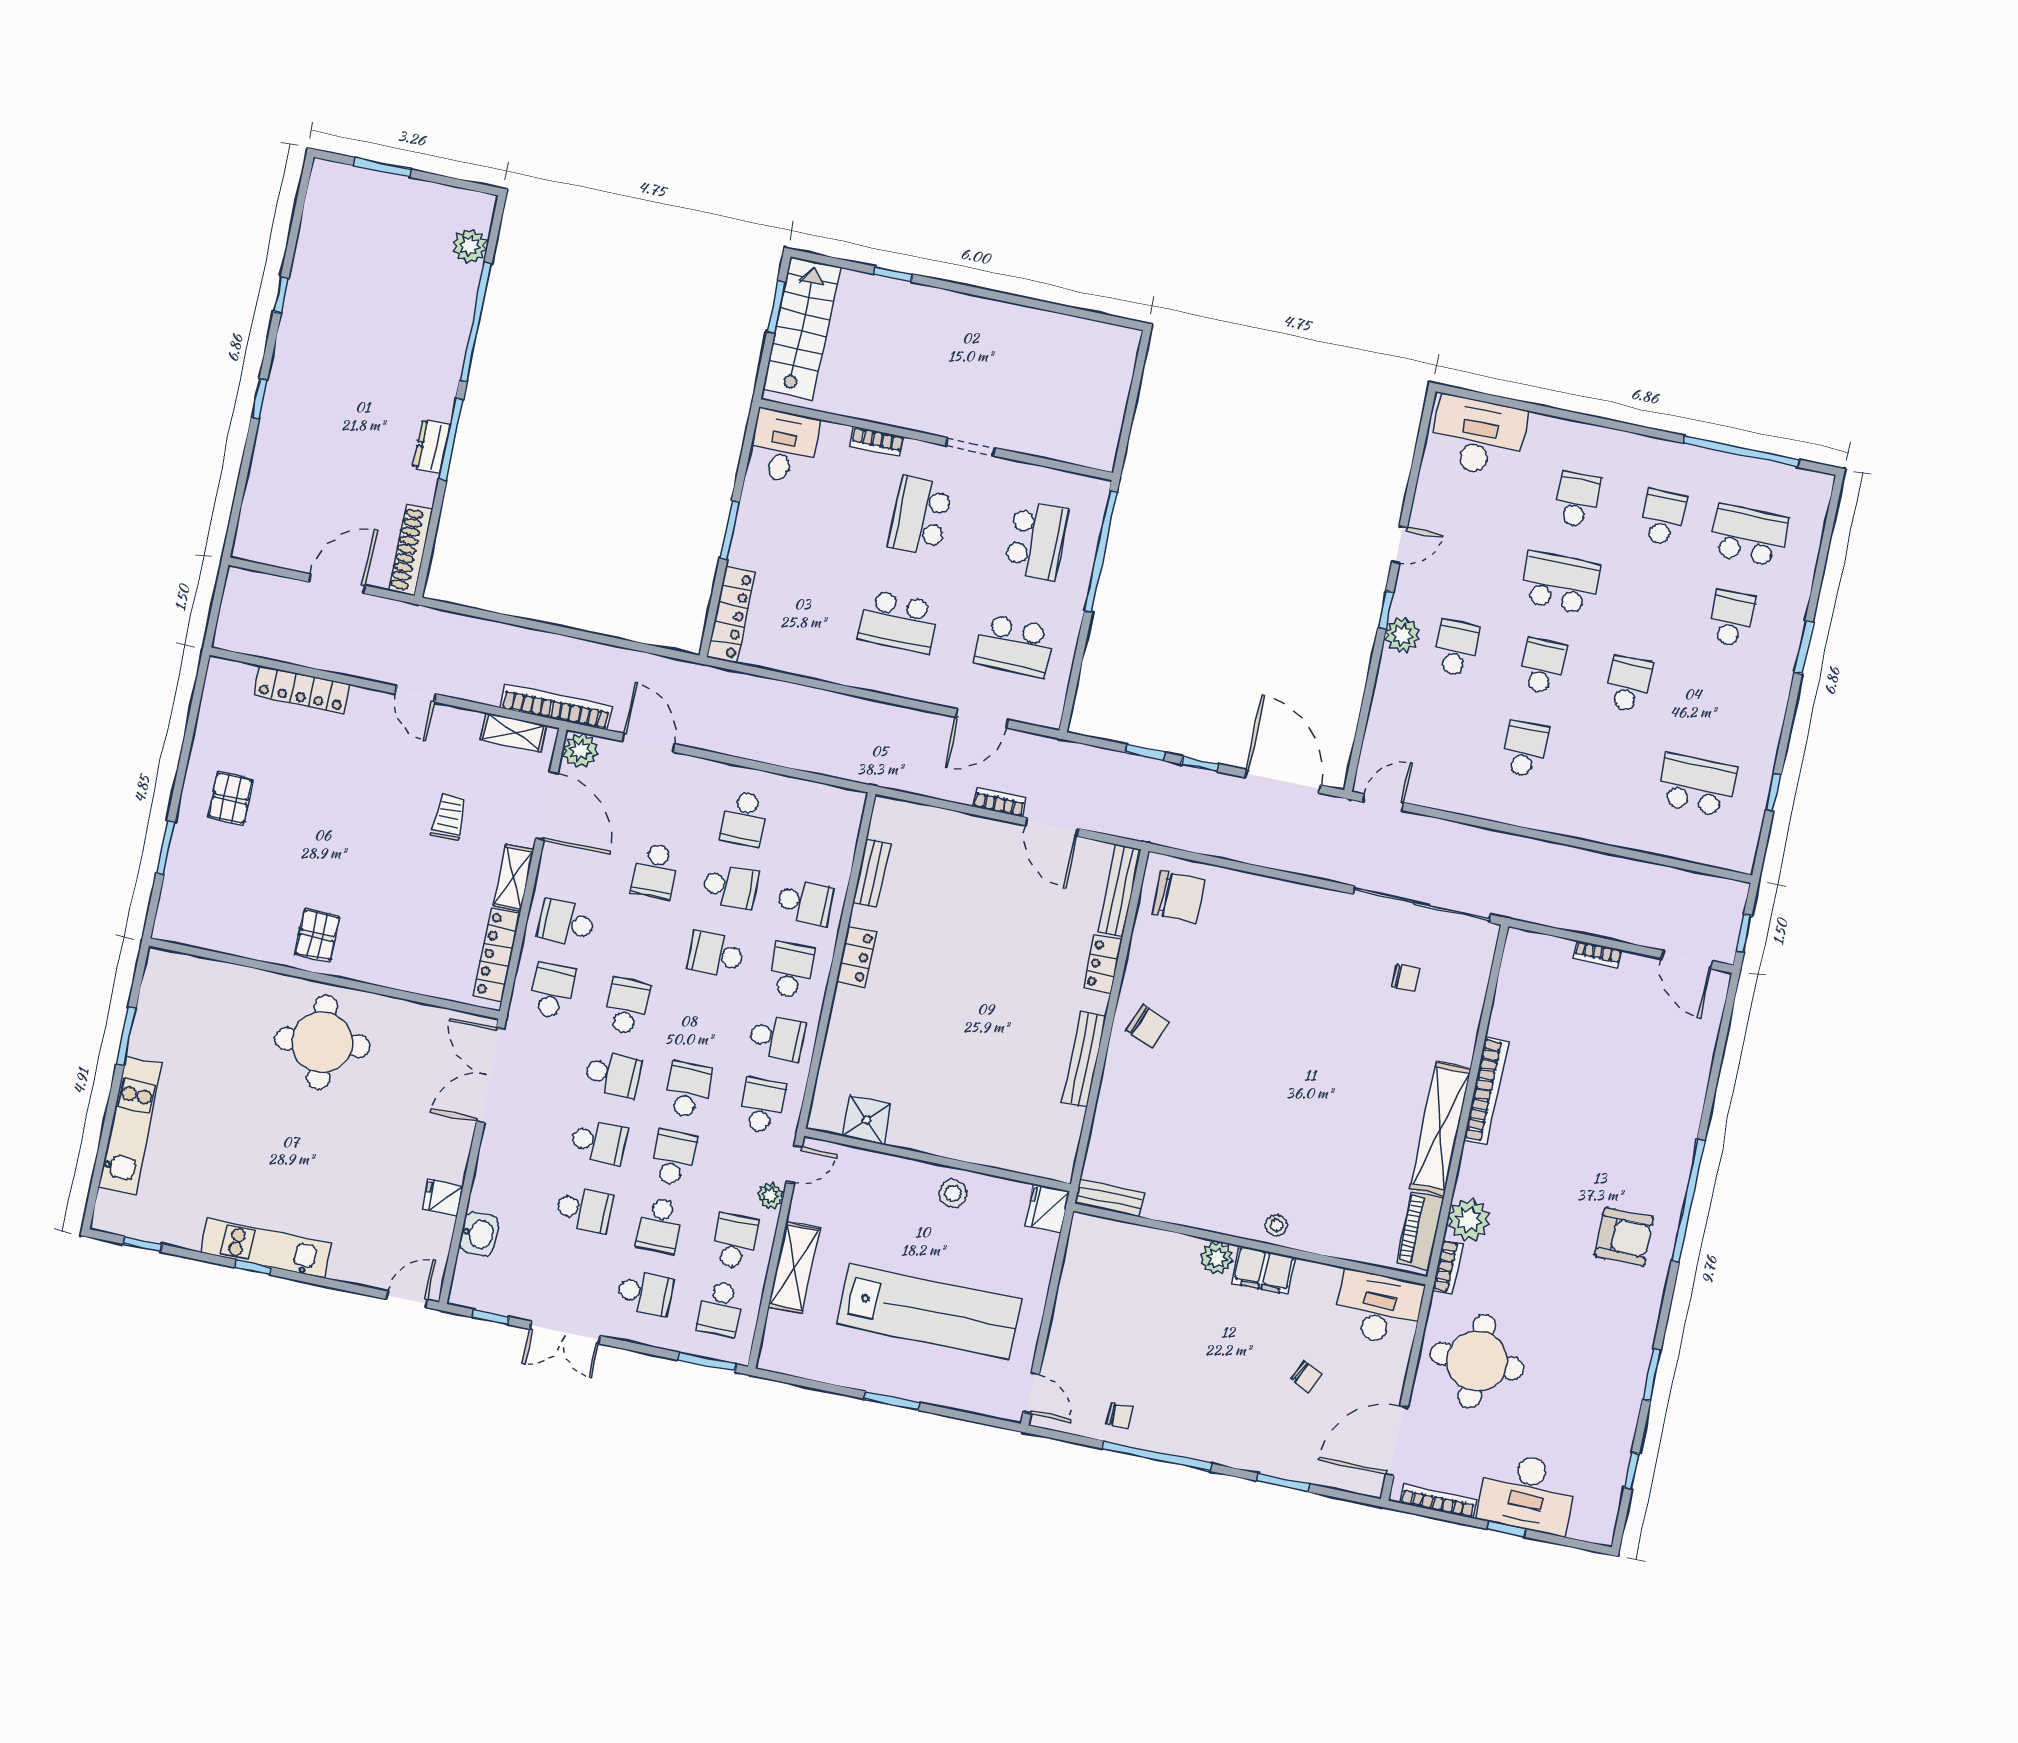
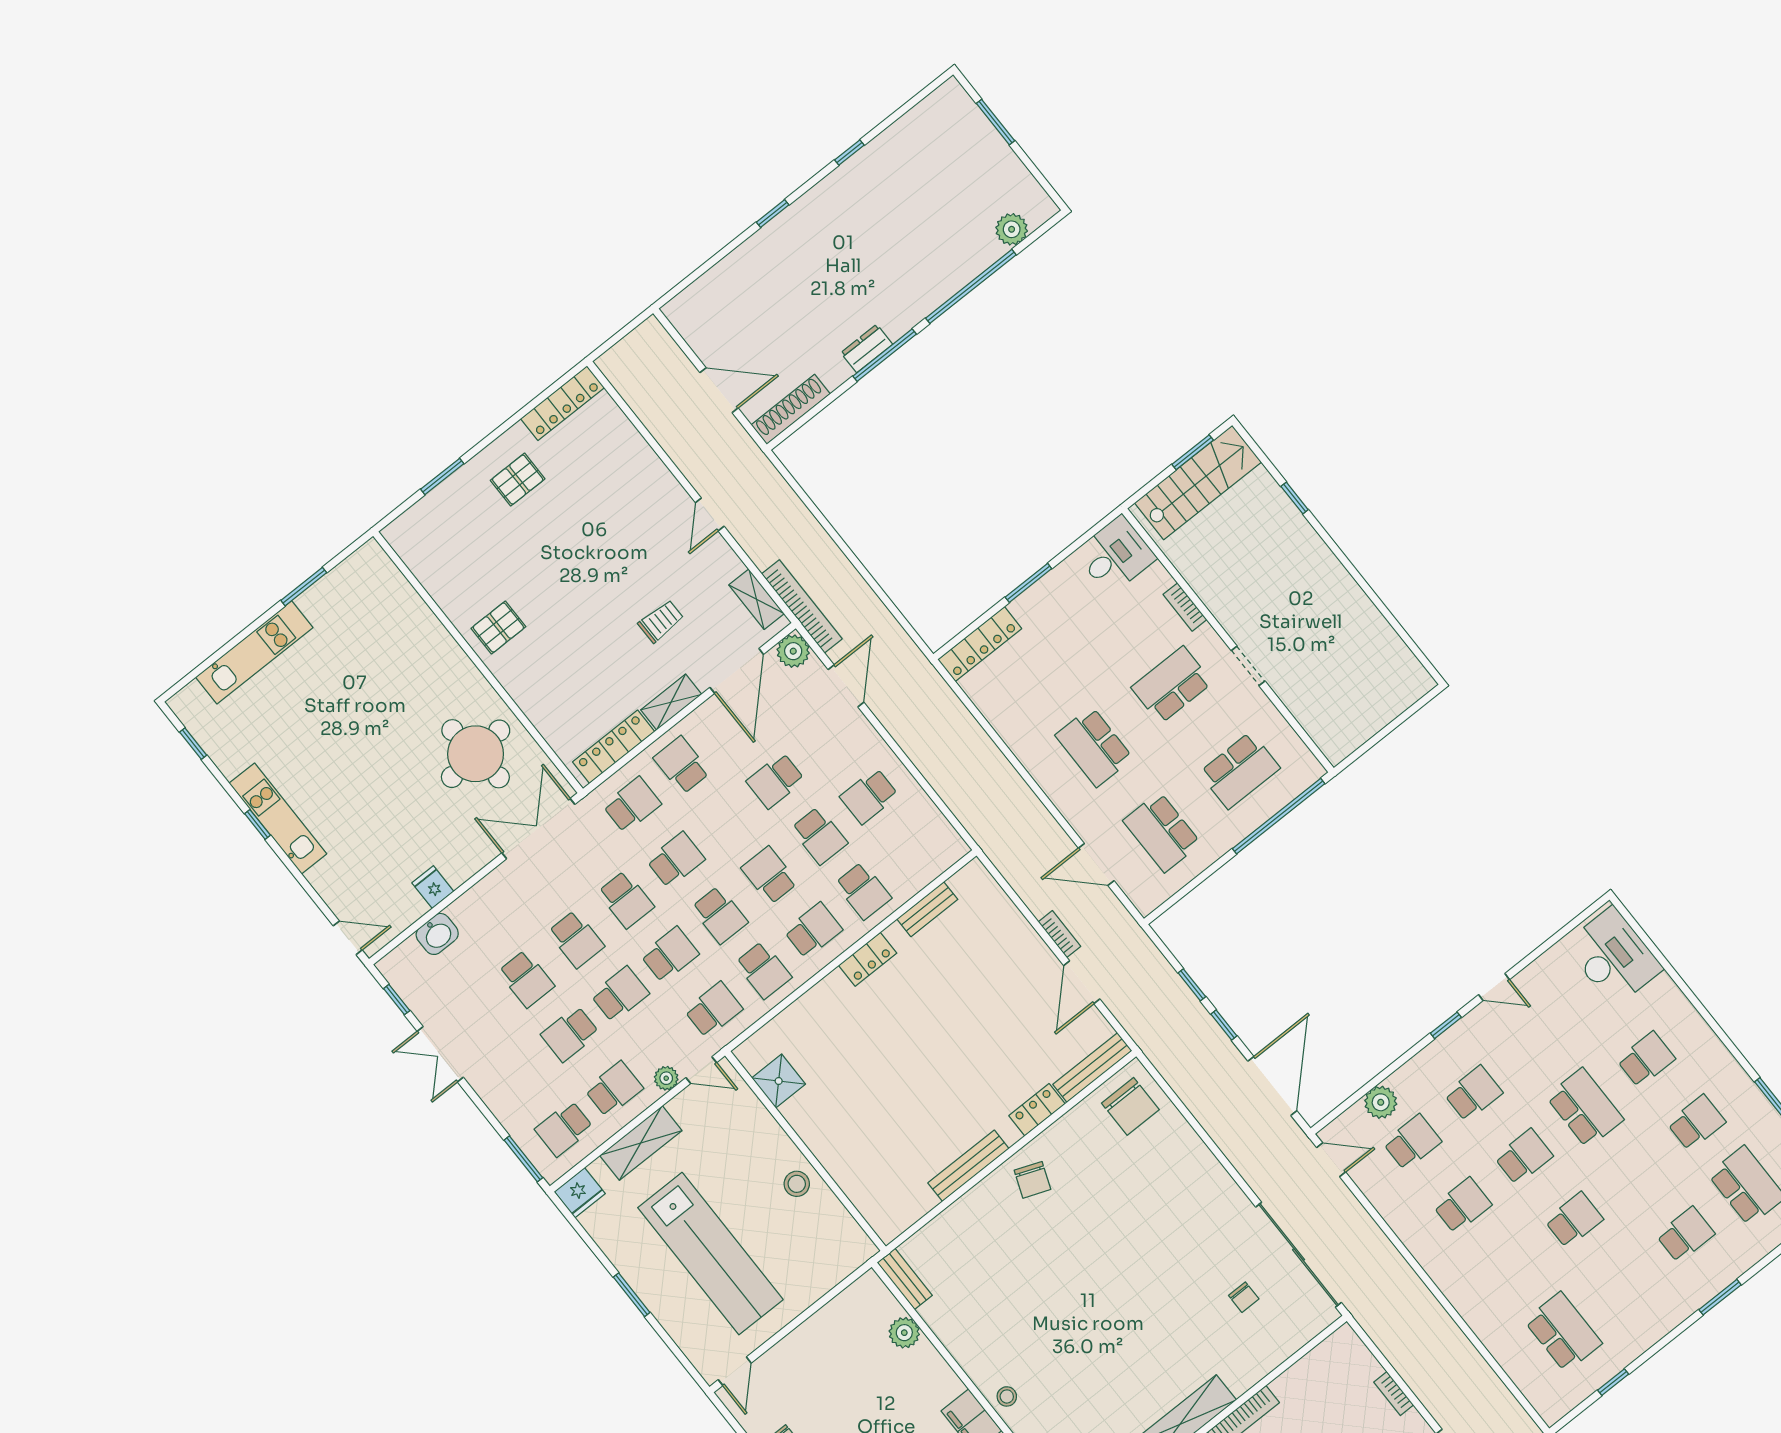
plant: (1402, 635) -> (1381, 1102), moved
locker: (302, 690) -> (562, 403), moved, turned -90
school desk: (1439, 731) -> (1412, 1142), added
round table: (322, 1042) -> (476, 754), moved
fridge: (1047, 1208) -> (580, 1193), moved, turned 180
plant: (1217, 1258) -> (904, 1333), moved
school desk: (645, 1293) -> (720, 915), moved

